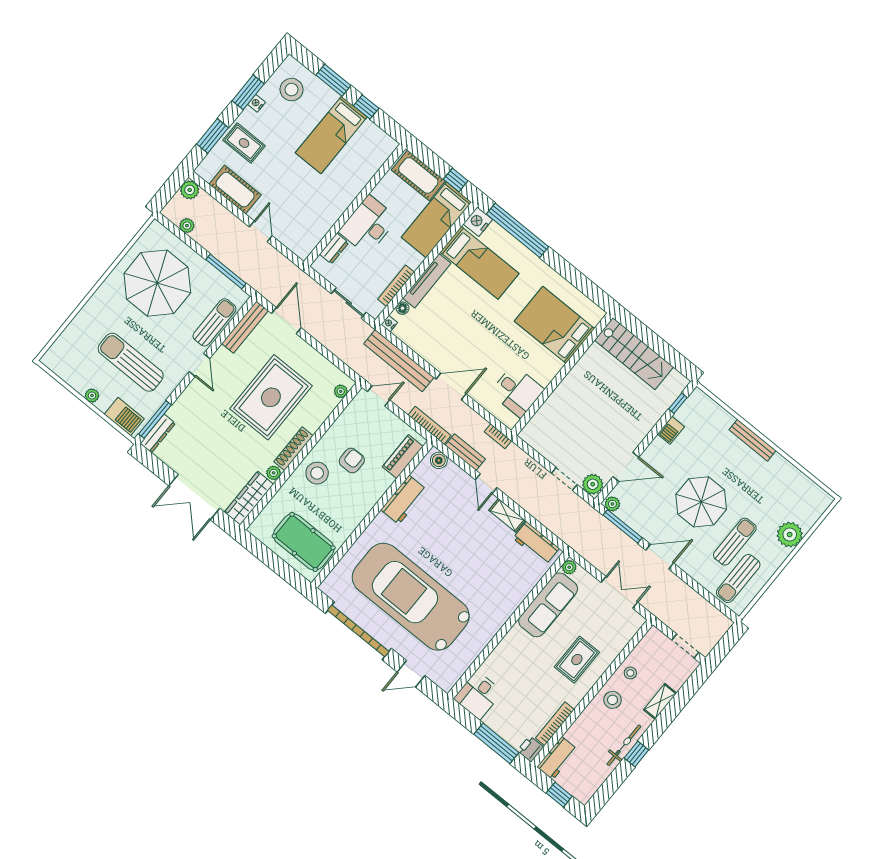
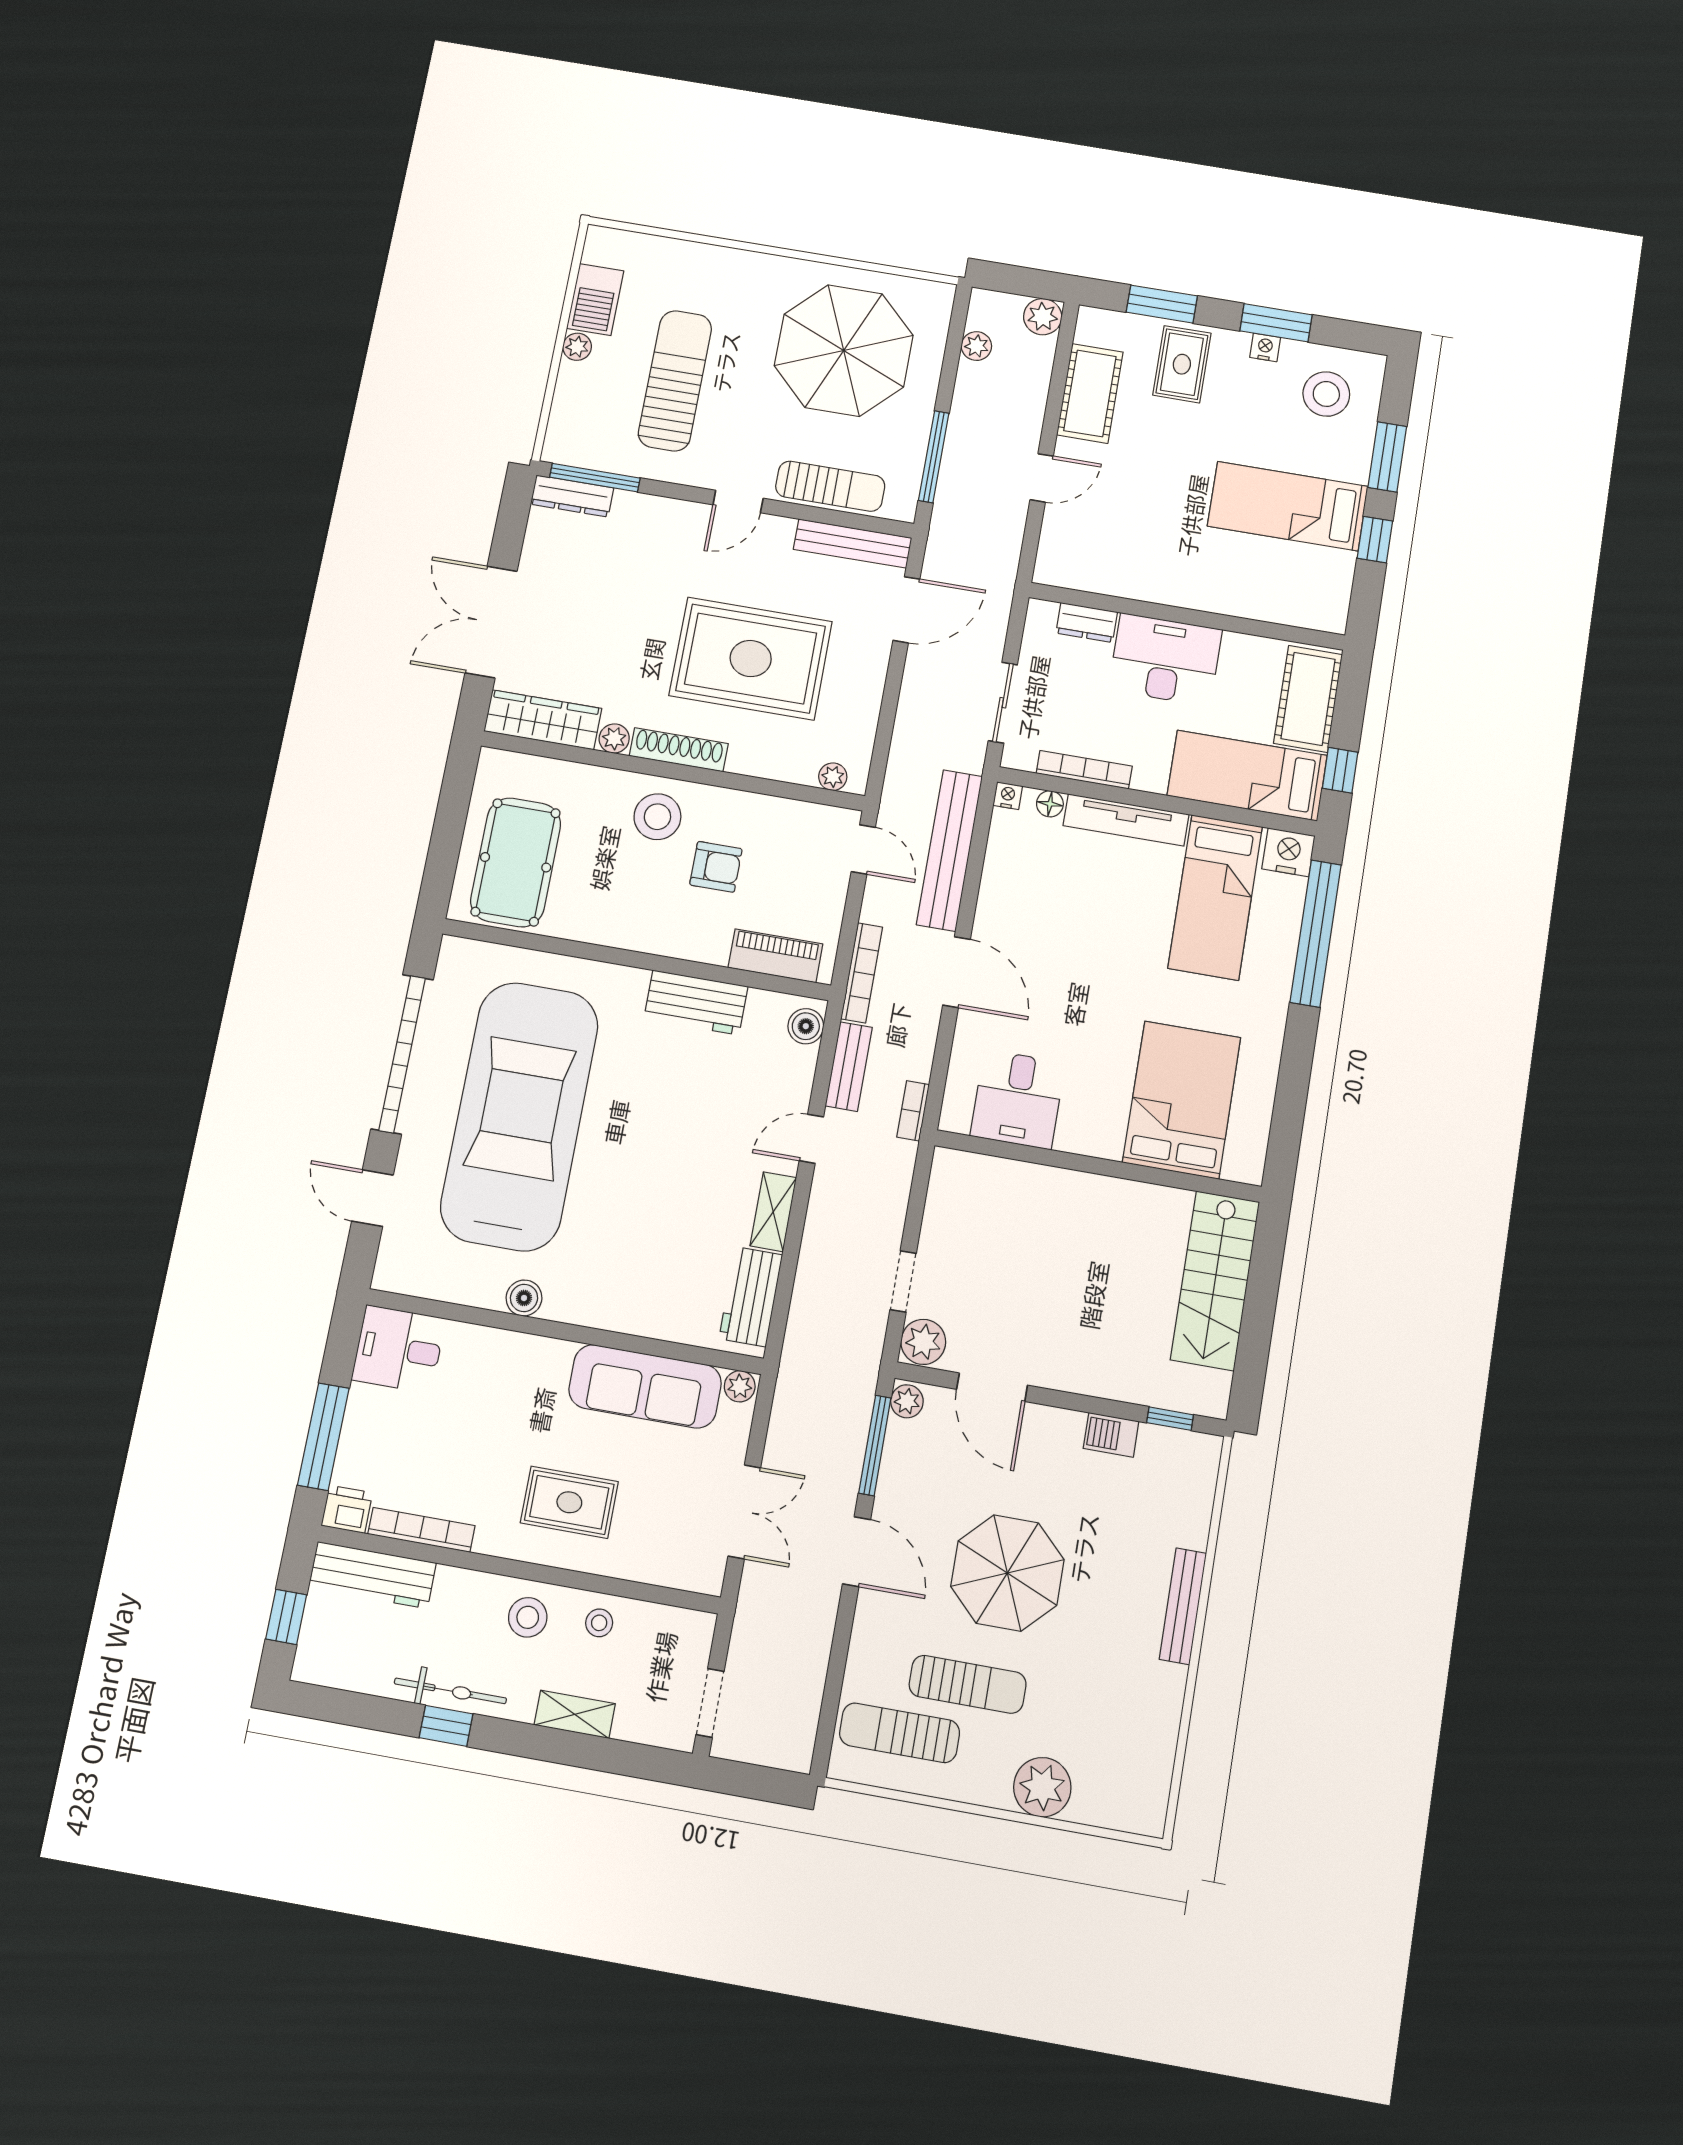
barbecue: (124, 416) -> (595, 300), moved
boiler: (486, 634) -> (524, 1298), added
workbench: (557, 758) -> (372, 1575), width x1.38

